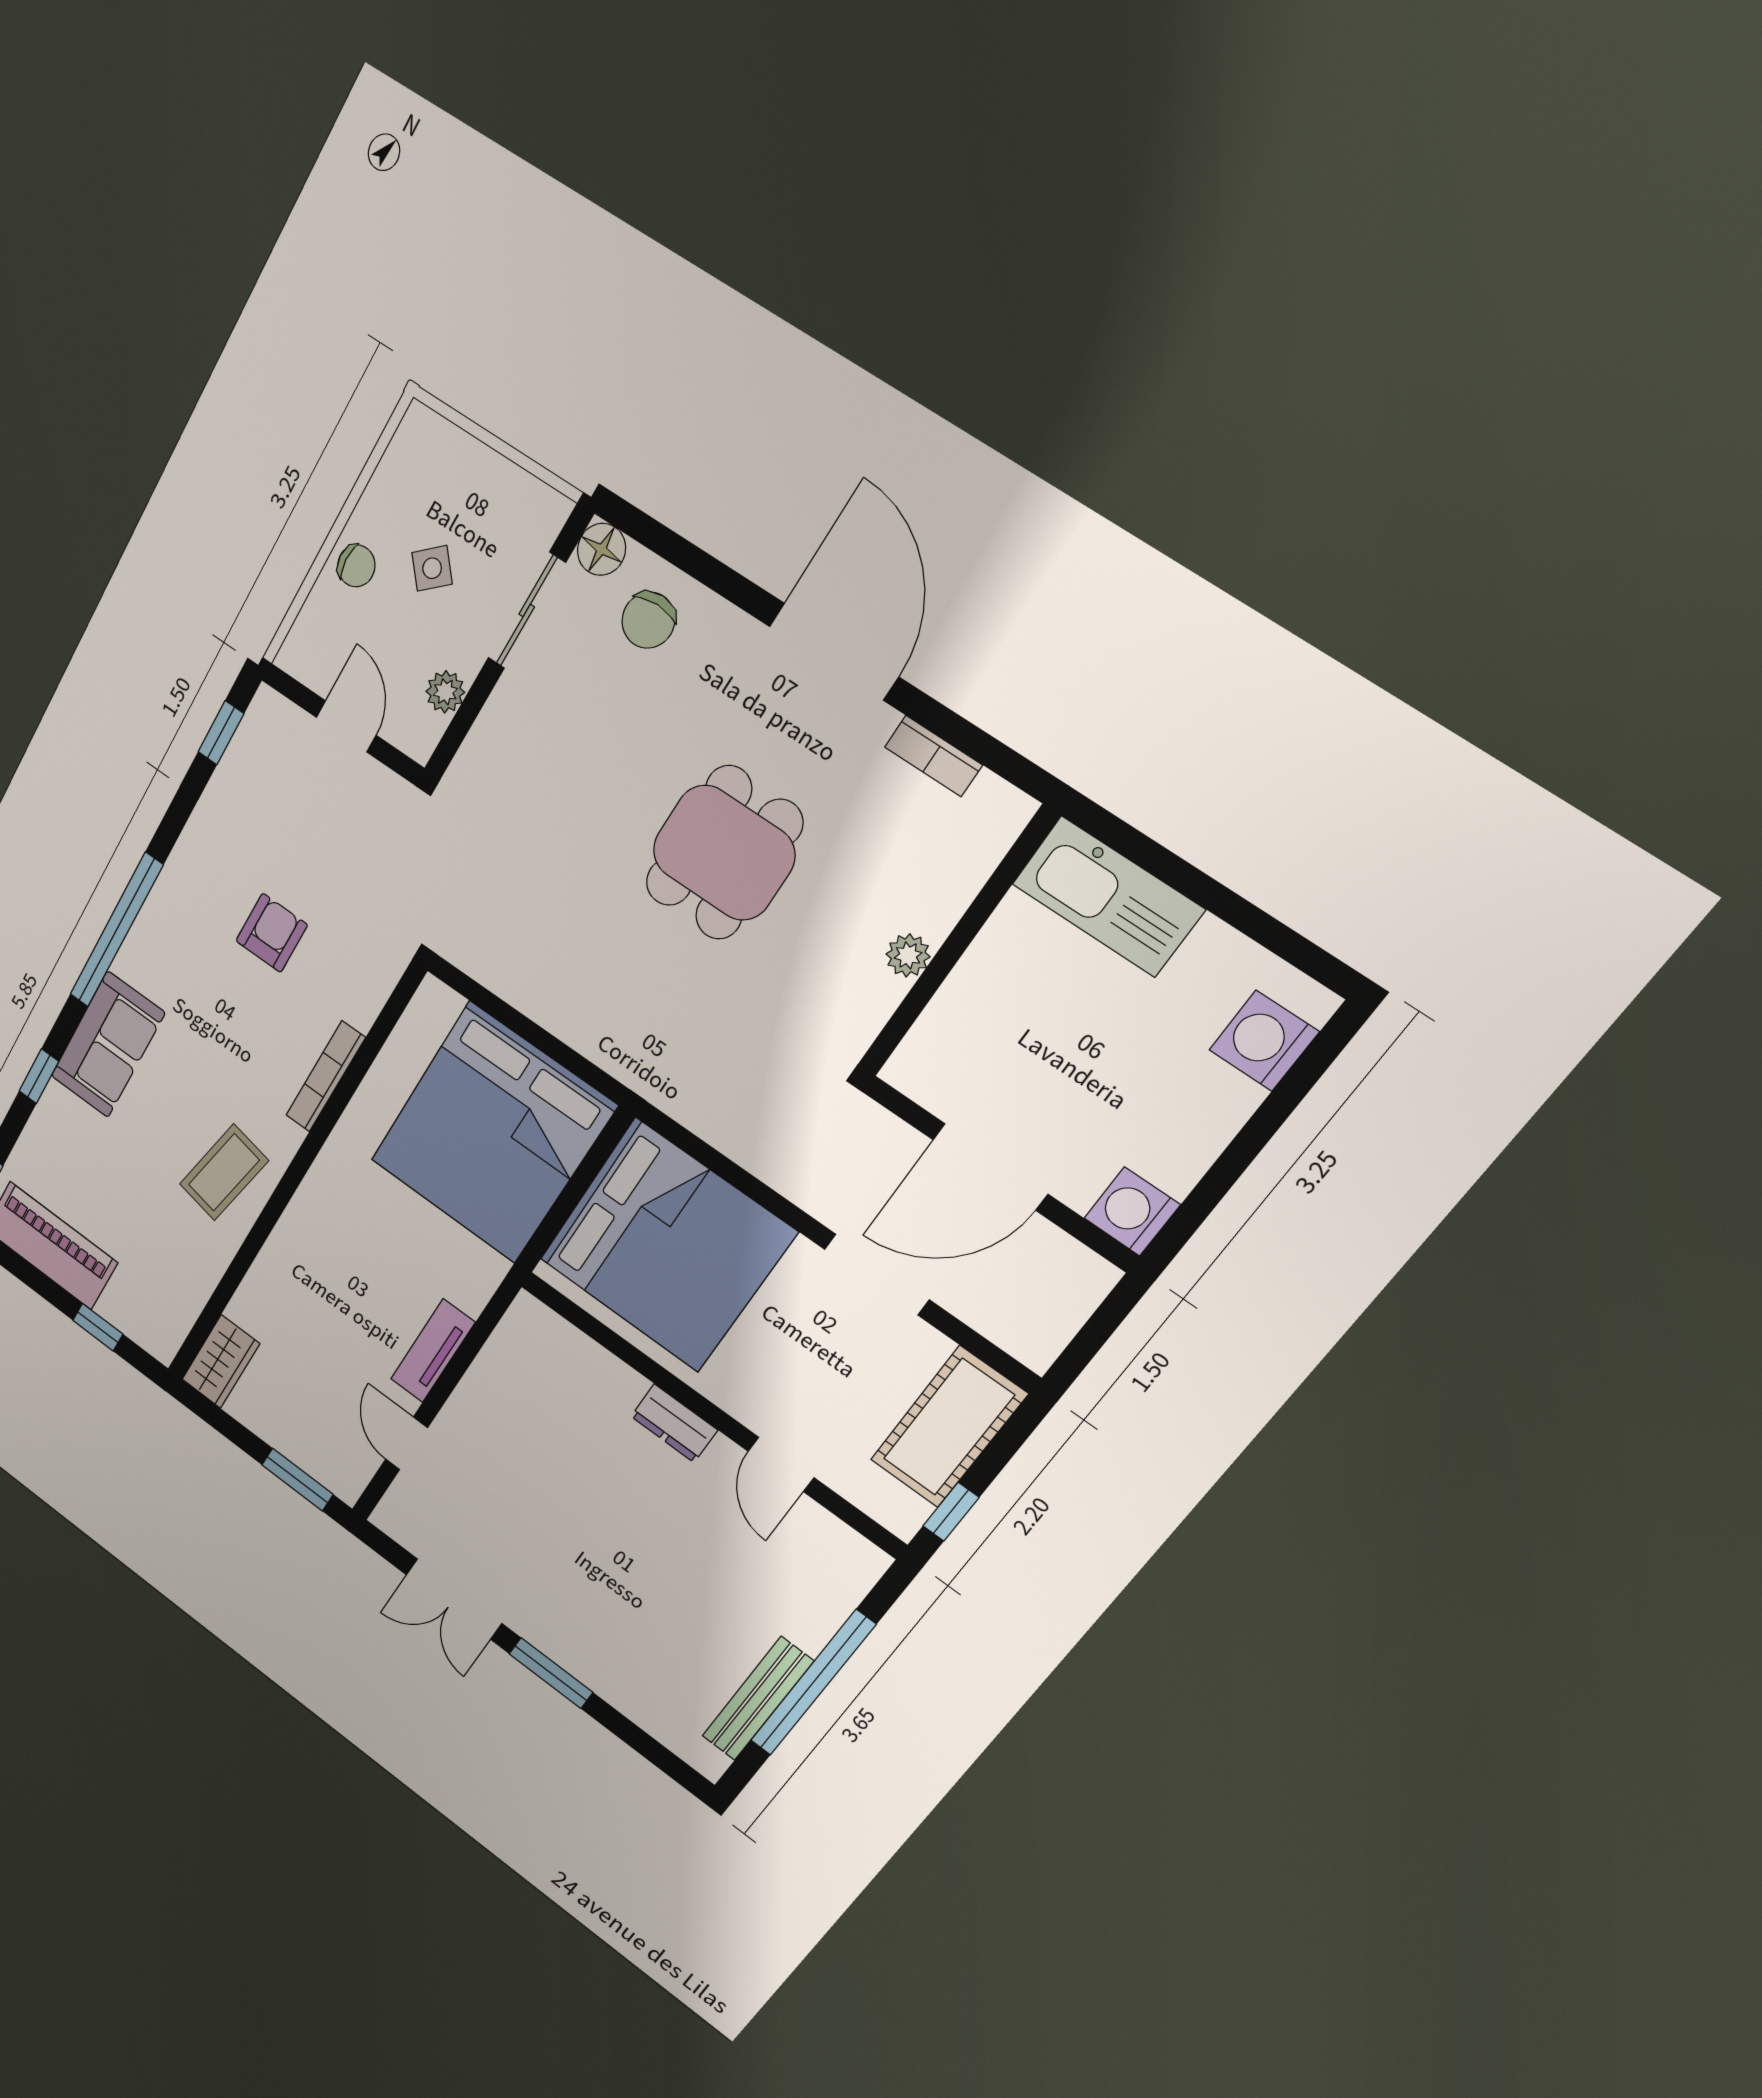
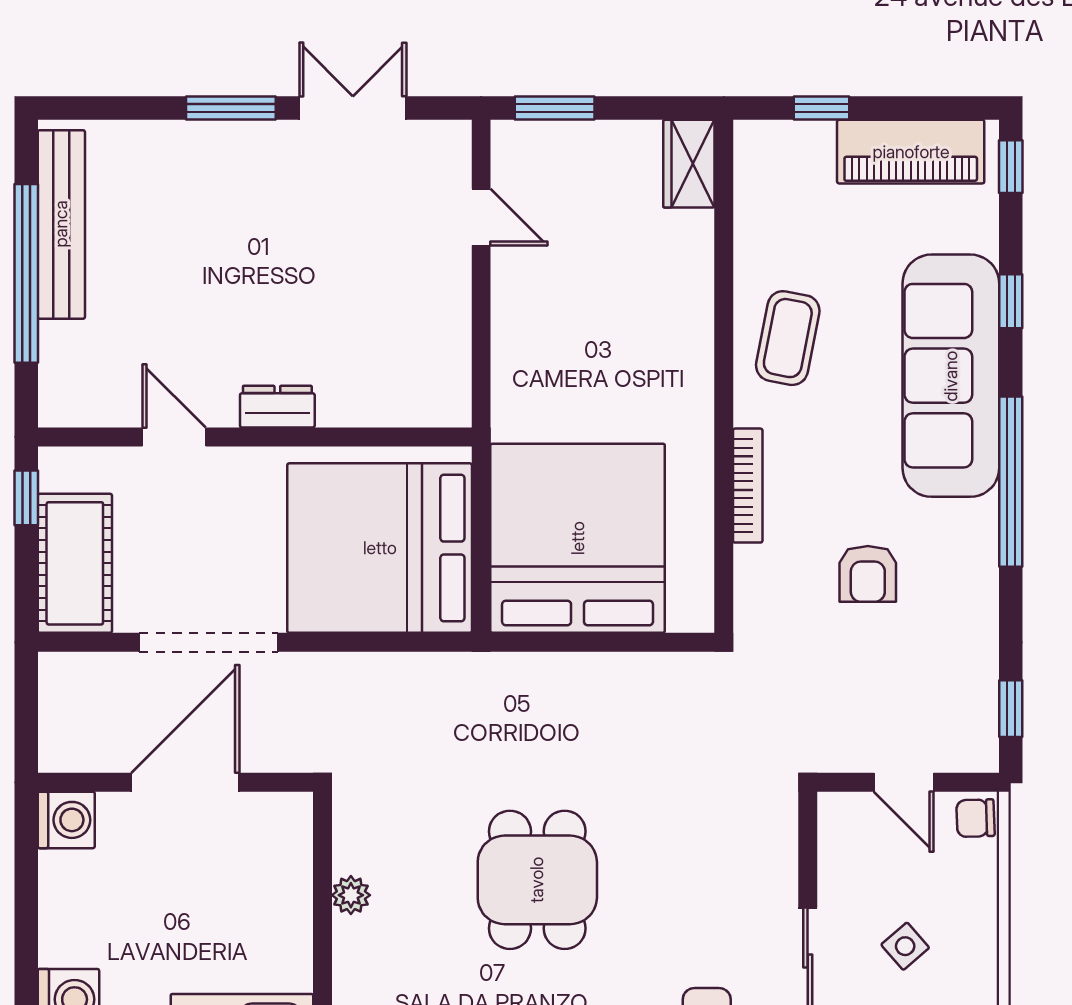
chair: (356, 566) -> (975, 818), moved
plant: (445, 692) -> (836, 860), removed
sofa: (108, 1045) -> (951, 376), width x1.85, depth x1.27
doorway: (877, 1274) -> (208, 642), width x1.36
tv unit: (433, 1351) -> (510, 317), removed
bench: (758, 1699) -> (61, 224), width x1.37, depth x1.21

